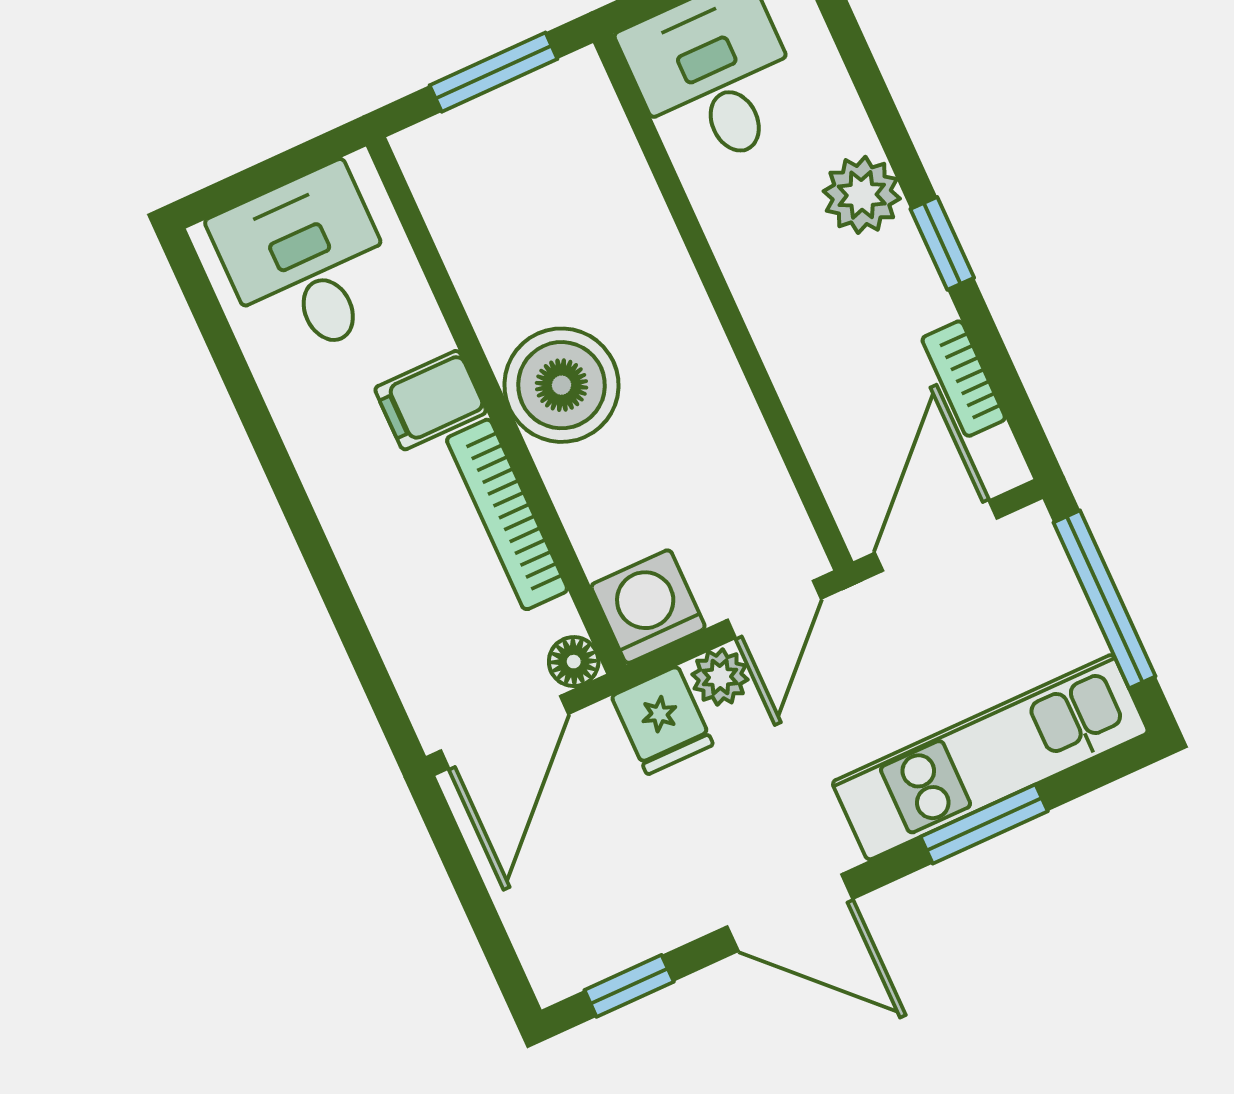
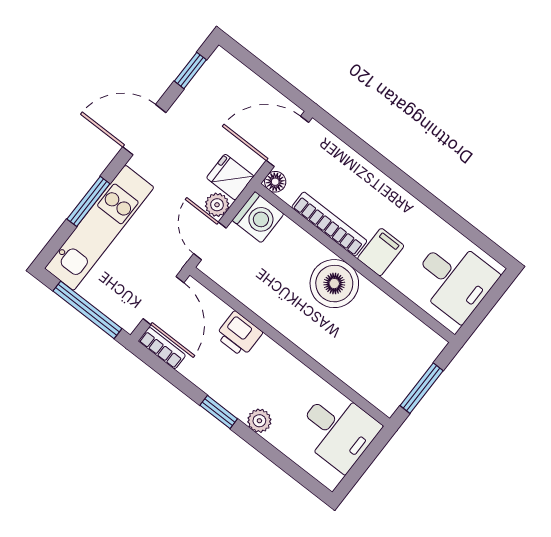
plant: (862, 195) -> (259, 421), width x0.73, depth x0.73
bookcase: (964, 379) -> (162, 348), moved
printer: (815, 383) -> (239, 334), added
door: (504, 732) -> (287, 141), hinge flipped

